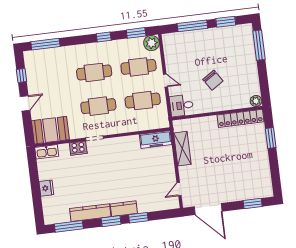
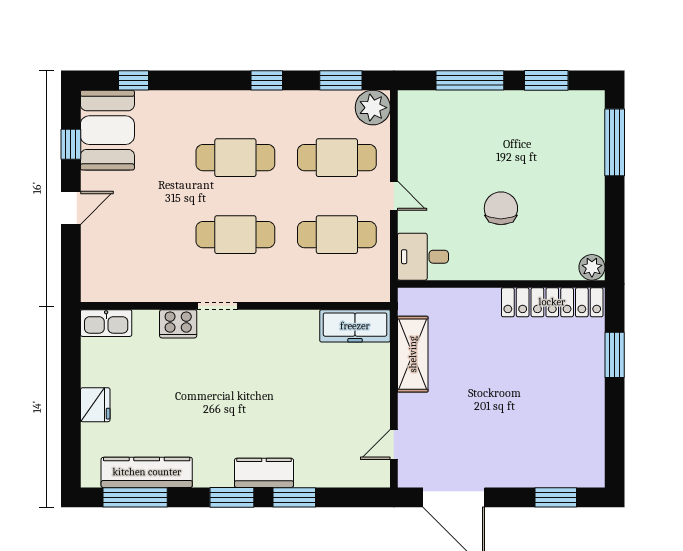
window: (45, 44) -> (134, 80), width x0.46
chair: (213, 80) -> (501, 208), turned -147
booth: (50, 130) -> (107, 130), moved, turned 90
kitchen counter: (90, 213) -> (147, 472), moved

